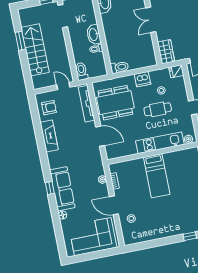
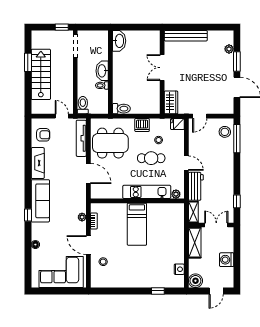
sofa: (62, 189) -> (40, 201), moved

